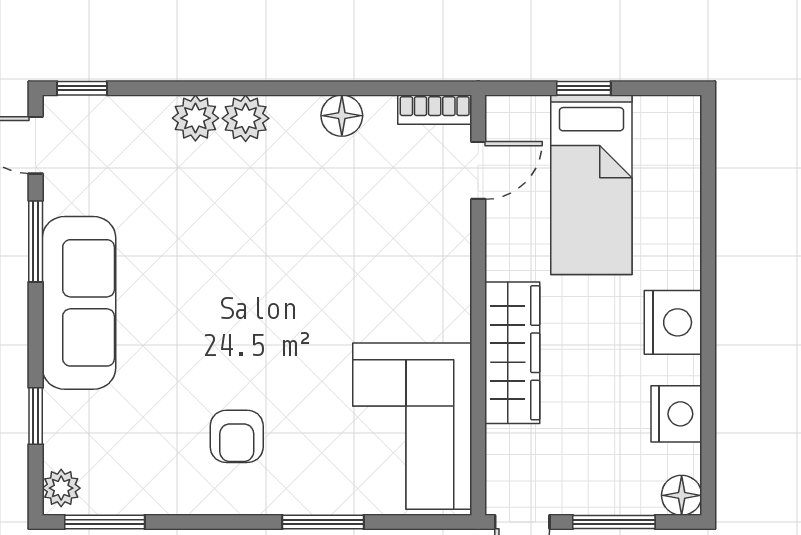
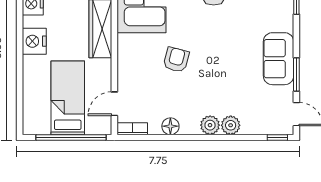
window: (584, 88) -> (71, 137), width x3.17
armchair: (328, 277) -> (176, 60), added
sofa: (79, 303) -> (279, 59), width x0.73

